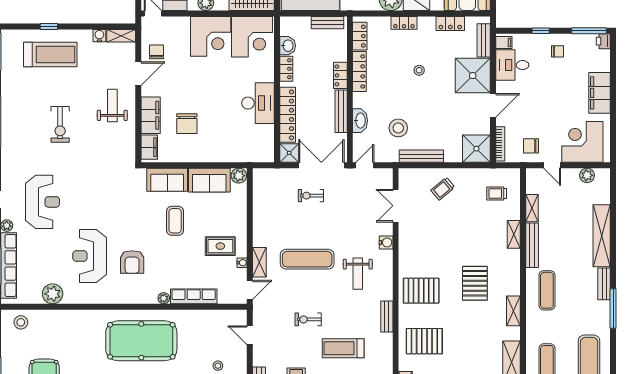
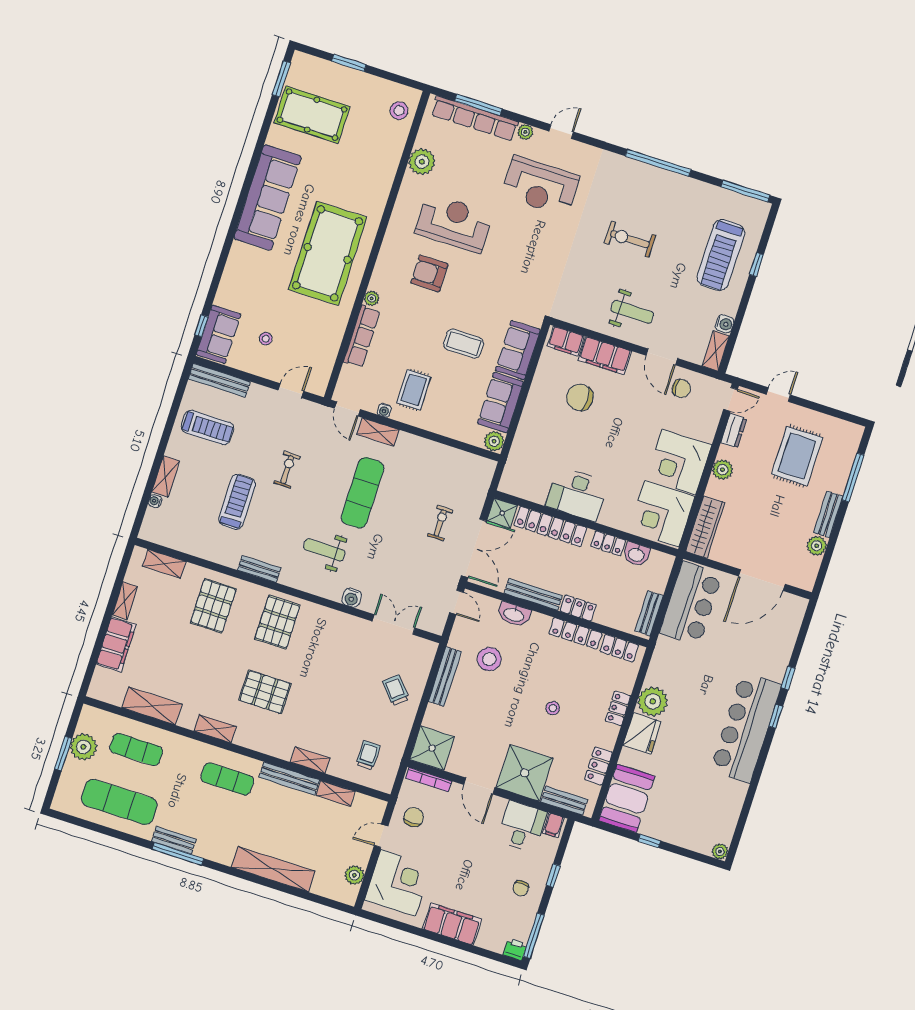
bench: (604, 284) -> (174, 840), moved

